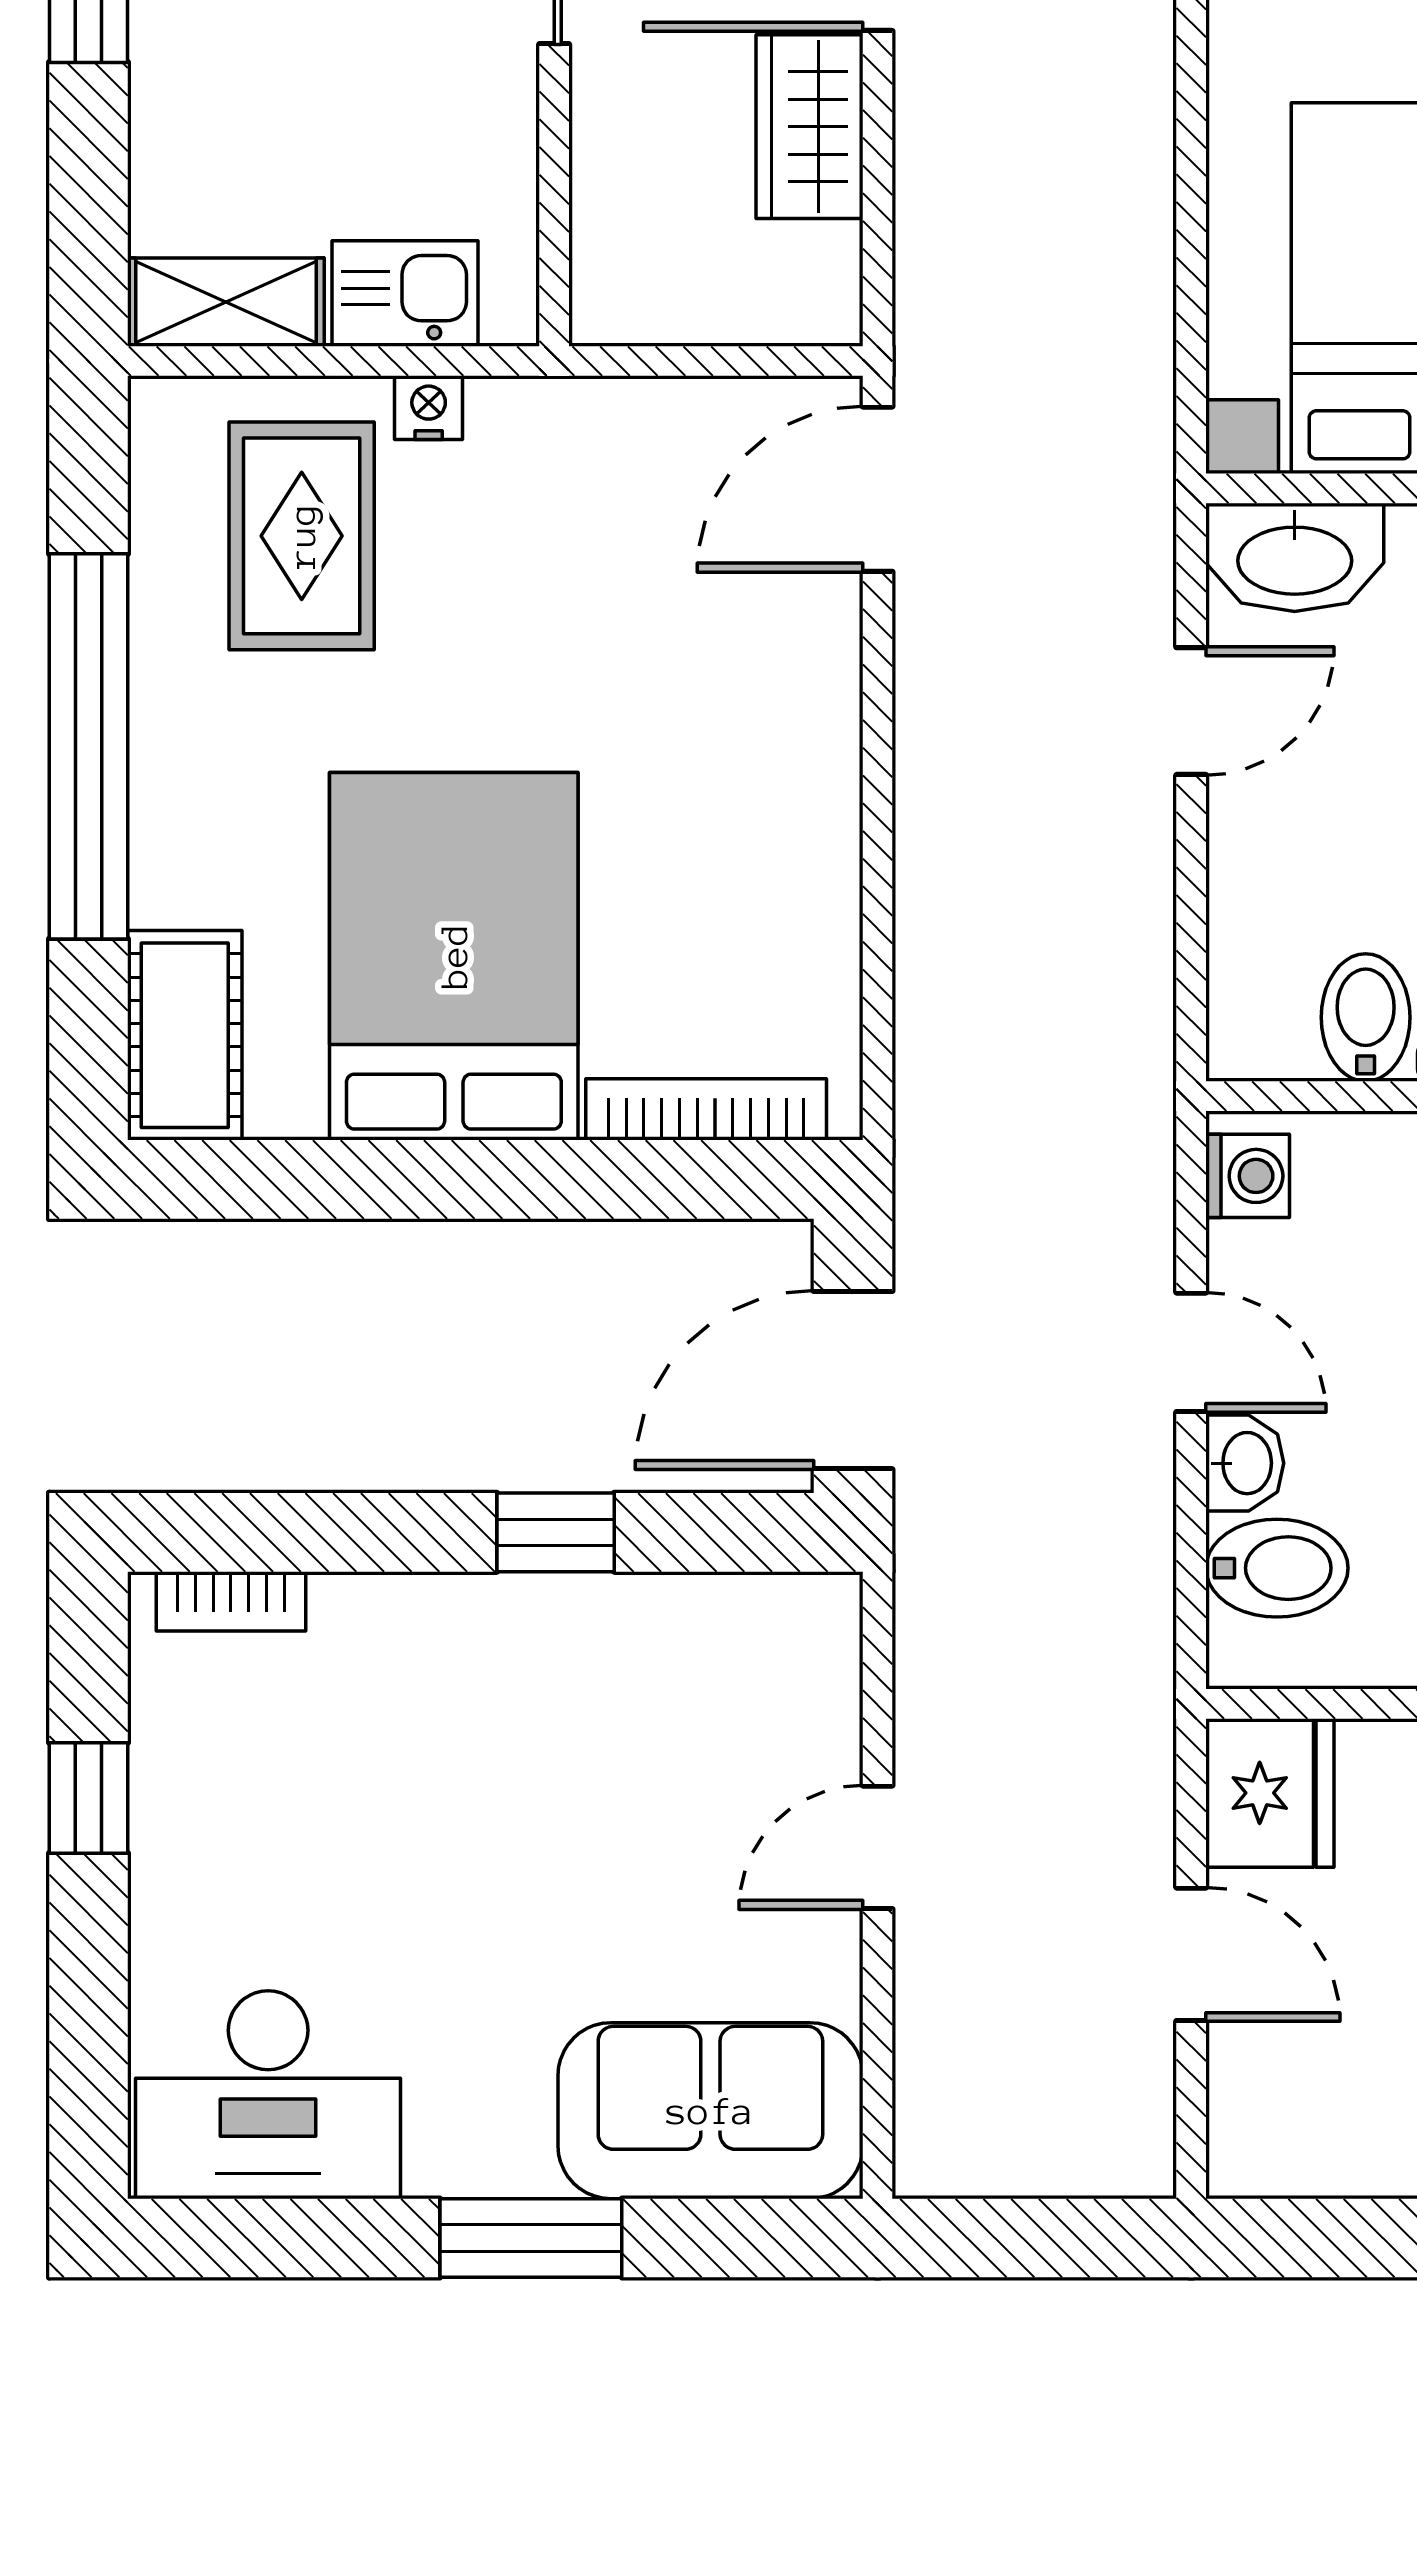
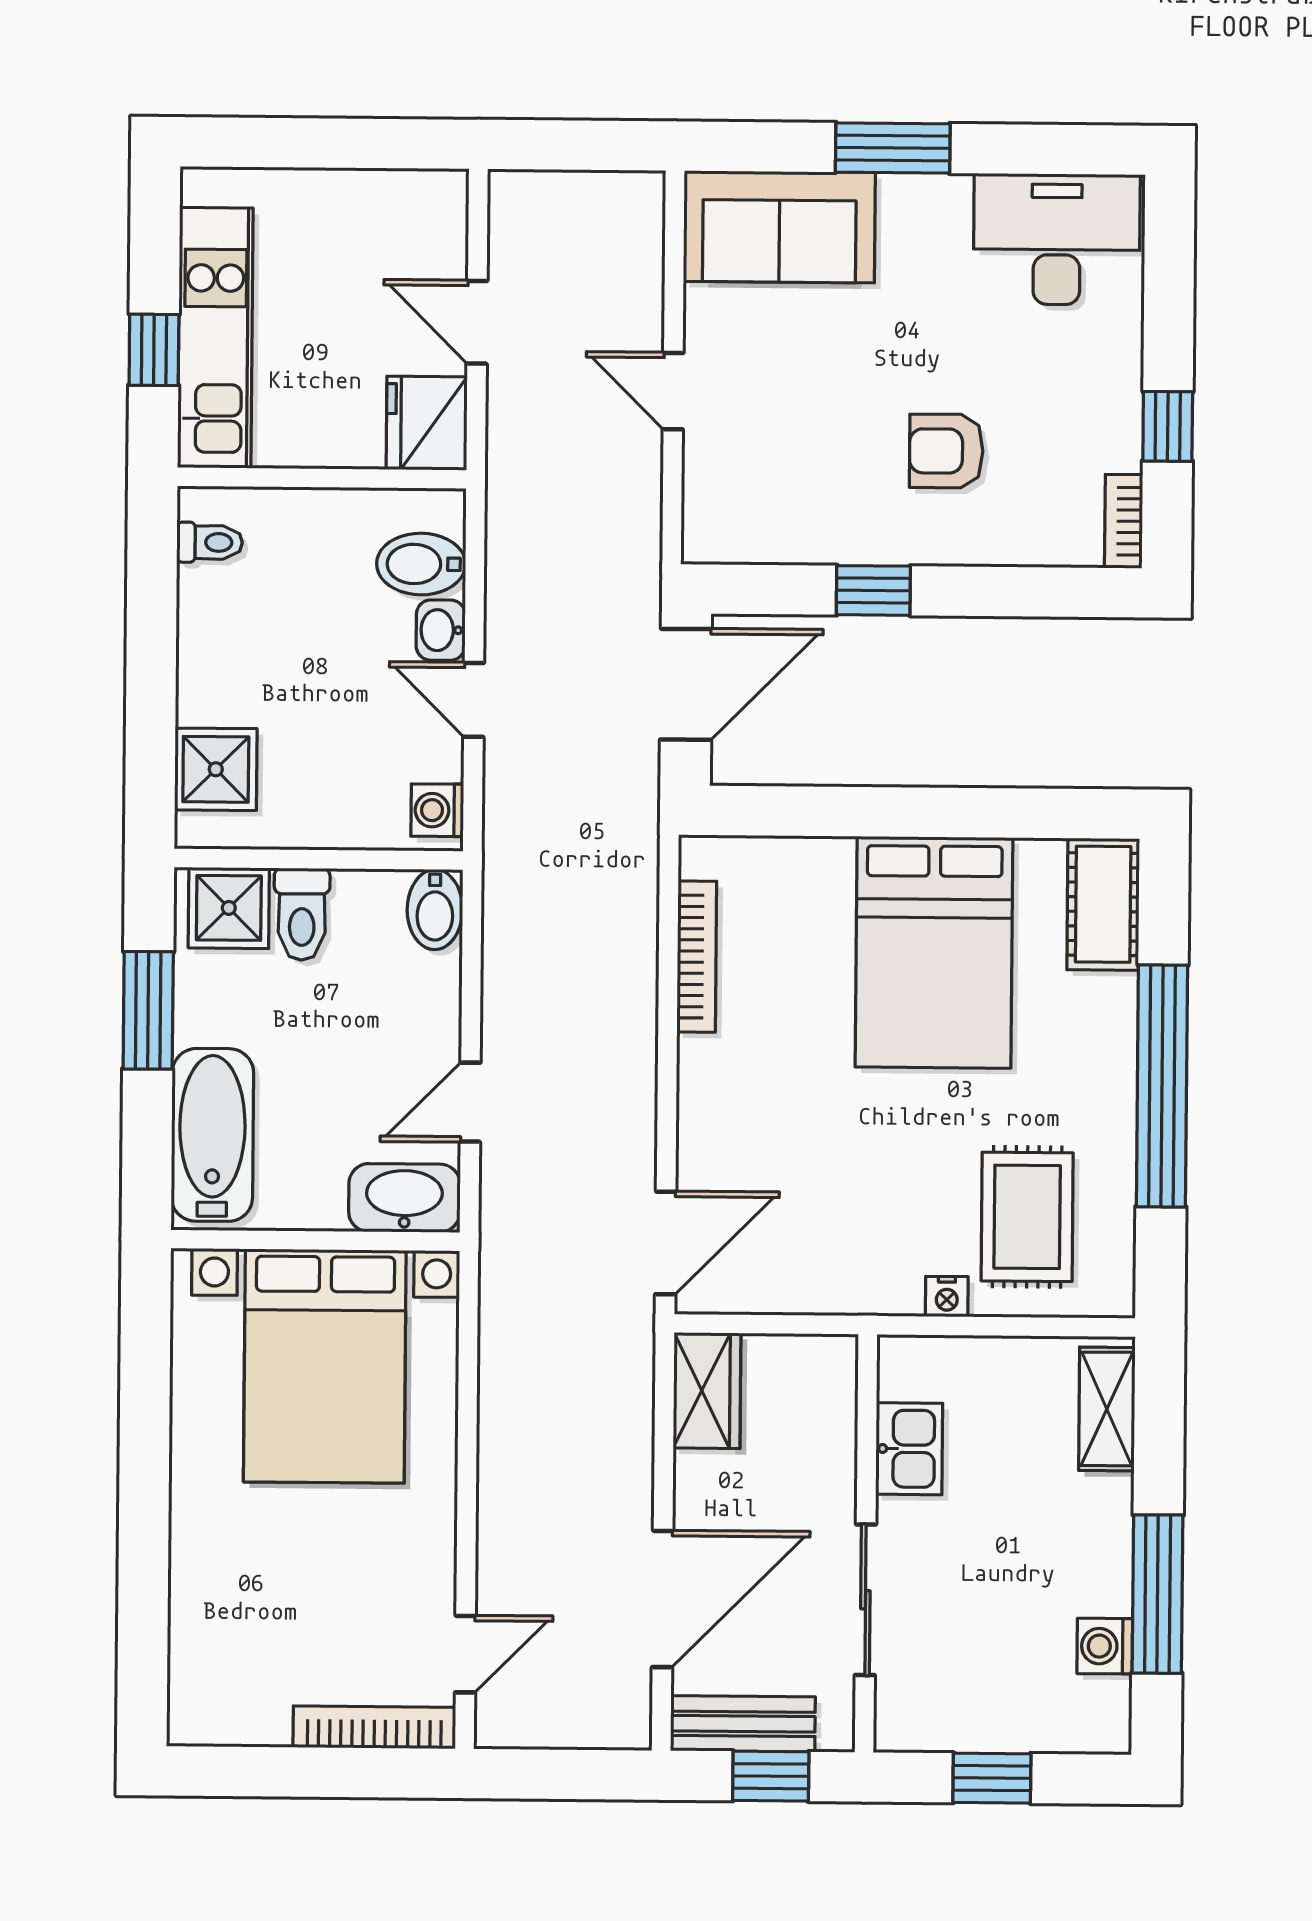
wardrobe: (810, 127) -> (707, 1391), moved
kitchen sink: (405, 293) -> (909, 1449), moved, turned -90
shelving: (226, 302) -> (1107, 1409), moved, turned 90
bidet: (1366, 1017) -> (435, 910), moved
bookcase: (706, 1109) -> (697, 957), moved, turned -90
bookcase: (231, 1601) -> (1124, 521), moved, turned -90
armchair: (441, 1756) -> (946, 451), added
door: (878, 1847) -> (673, 391), swing flipped

